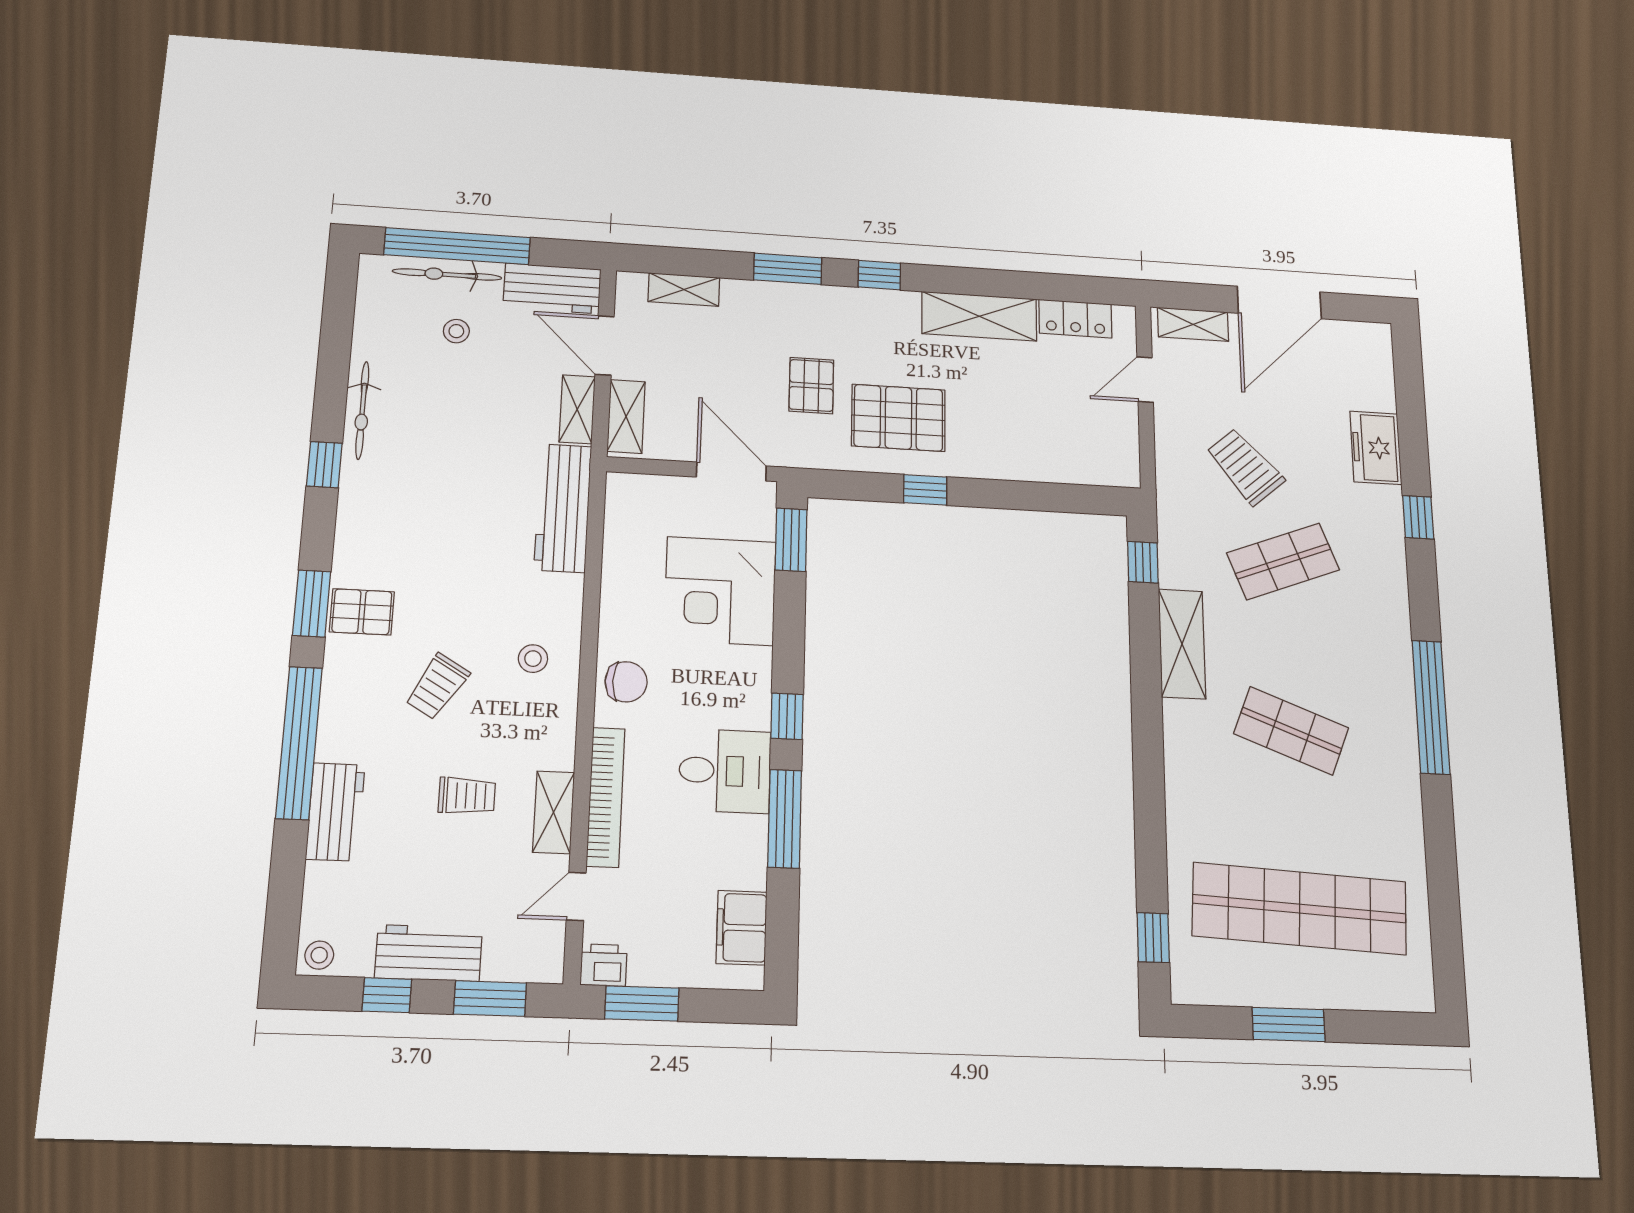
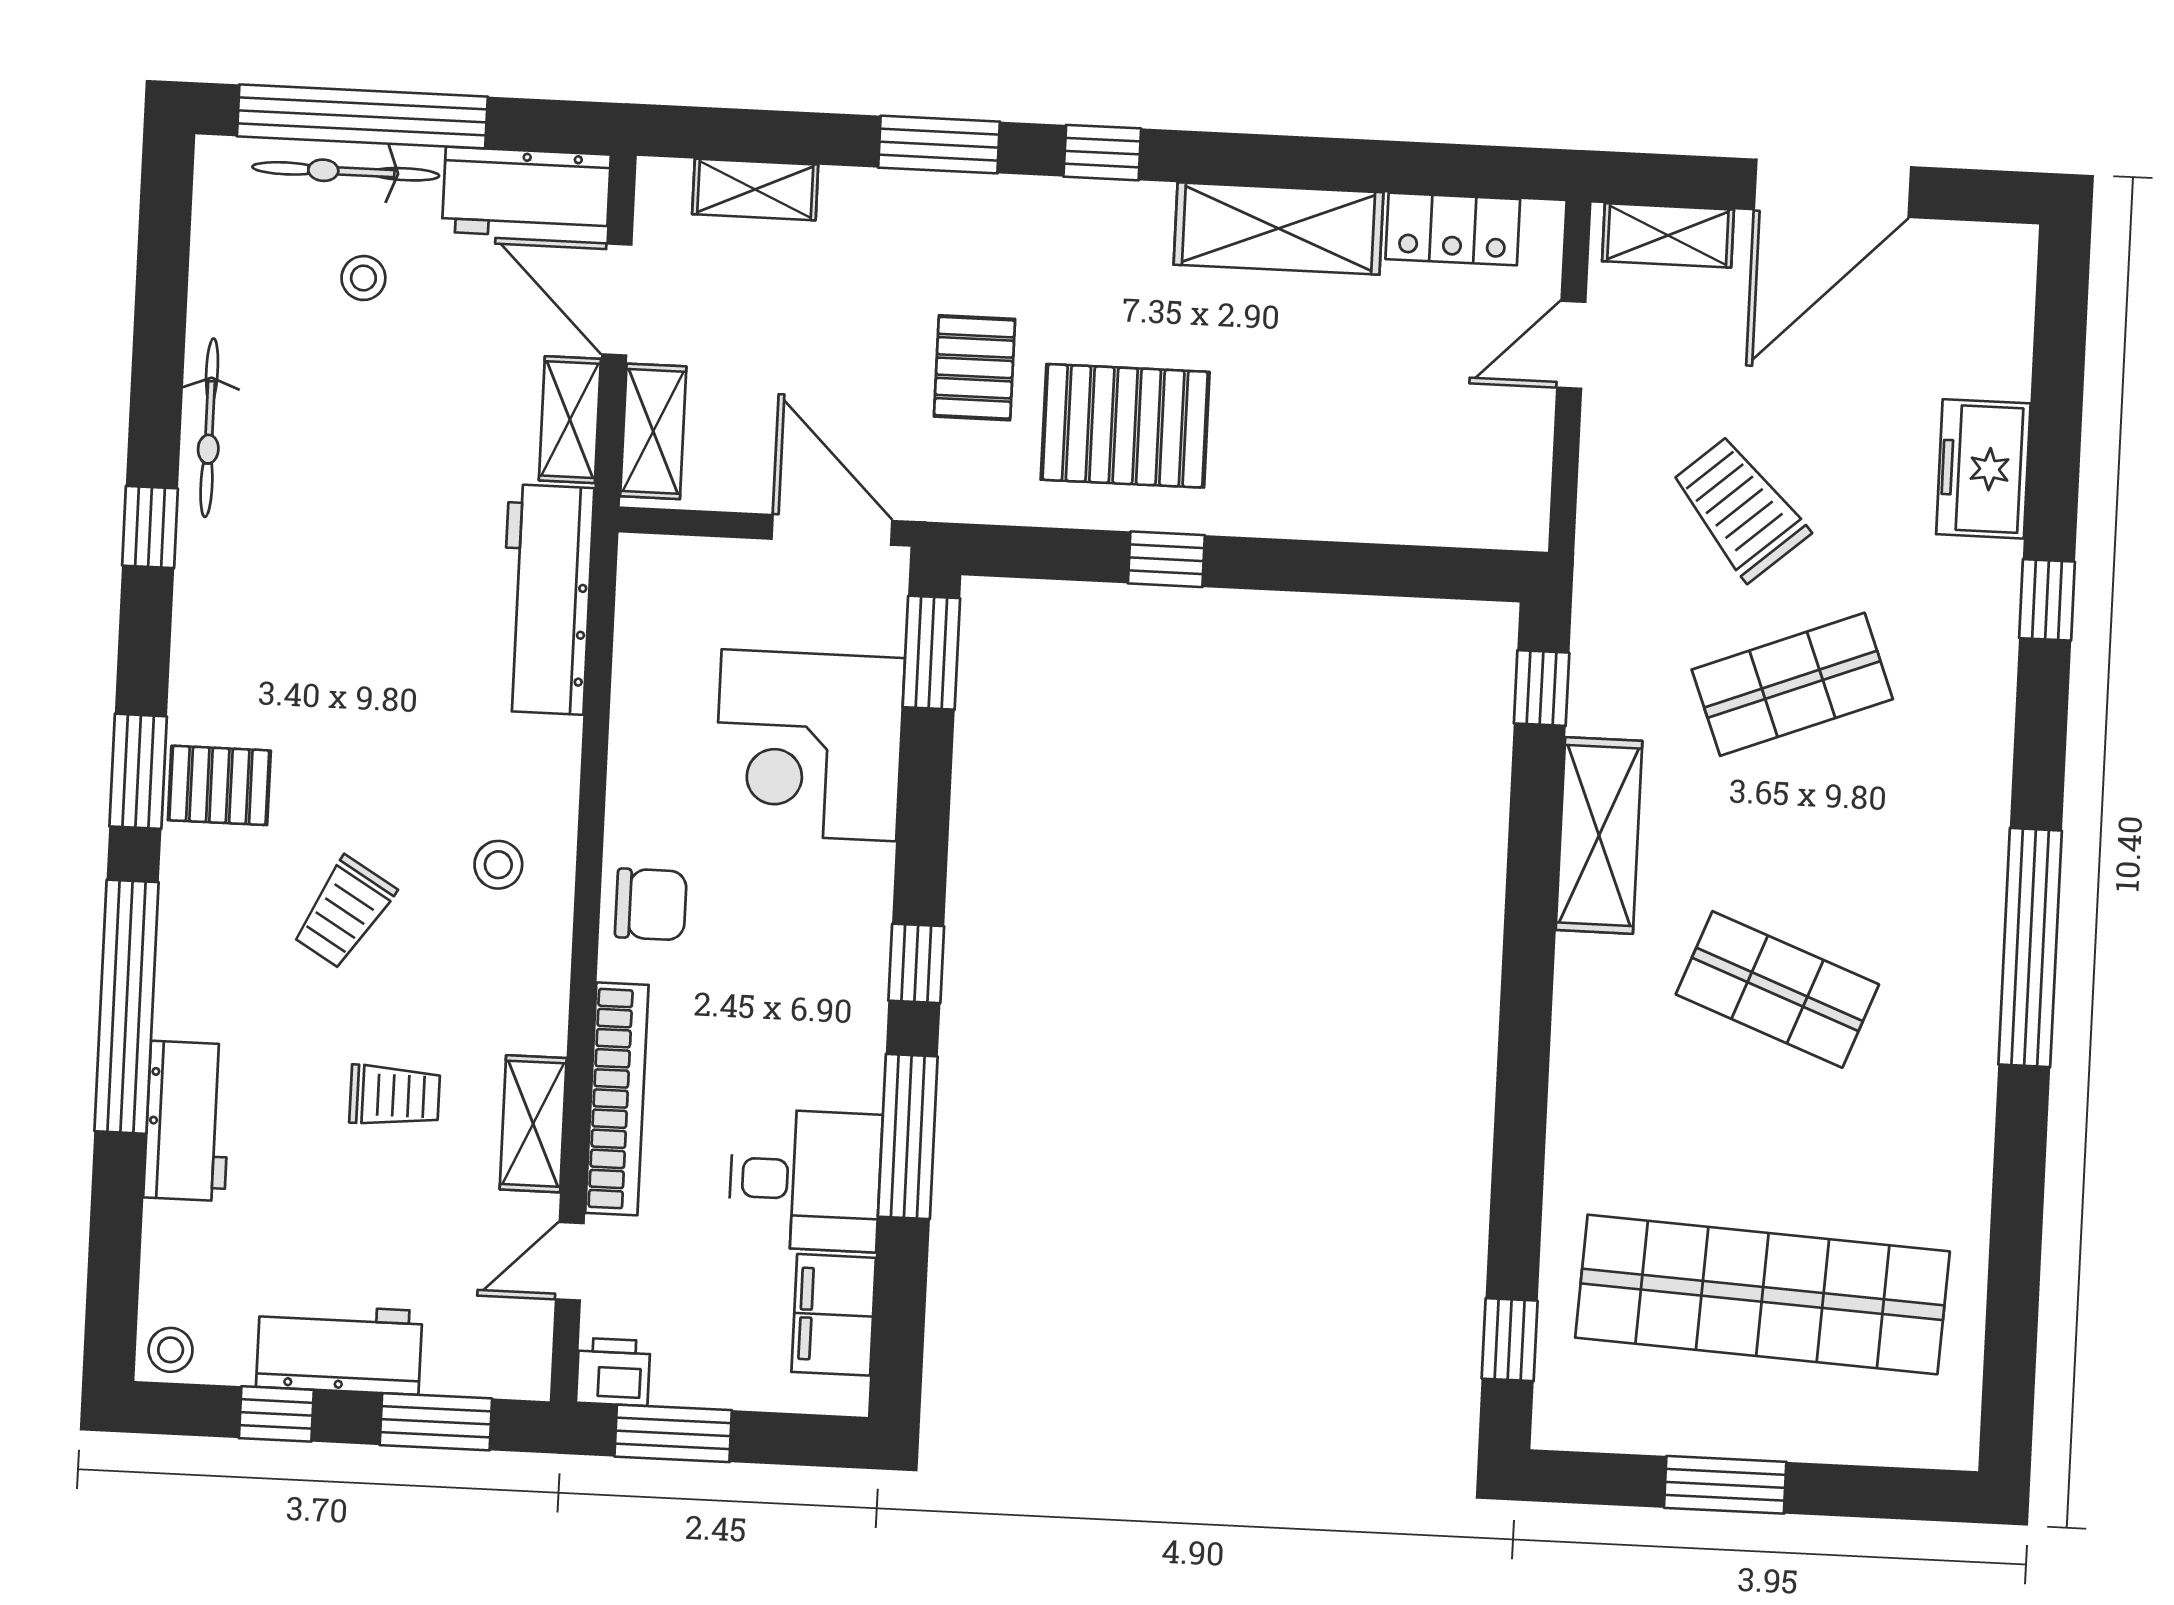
desk: (725, 771) -> (805, 1180), moved

